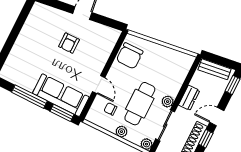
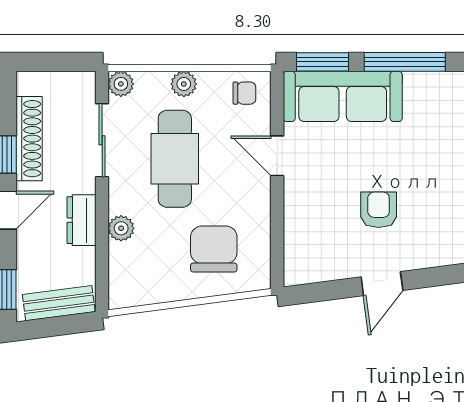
chair: (130, 56) -> (214, 249), moved
plant: (168, 102) -> (121, 228), moved
chair: (110, 109) -> (244, 93), moved

